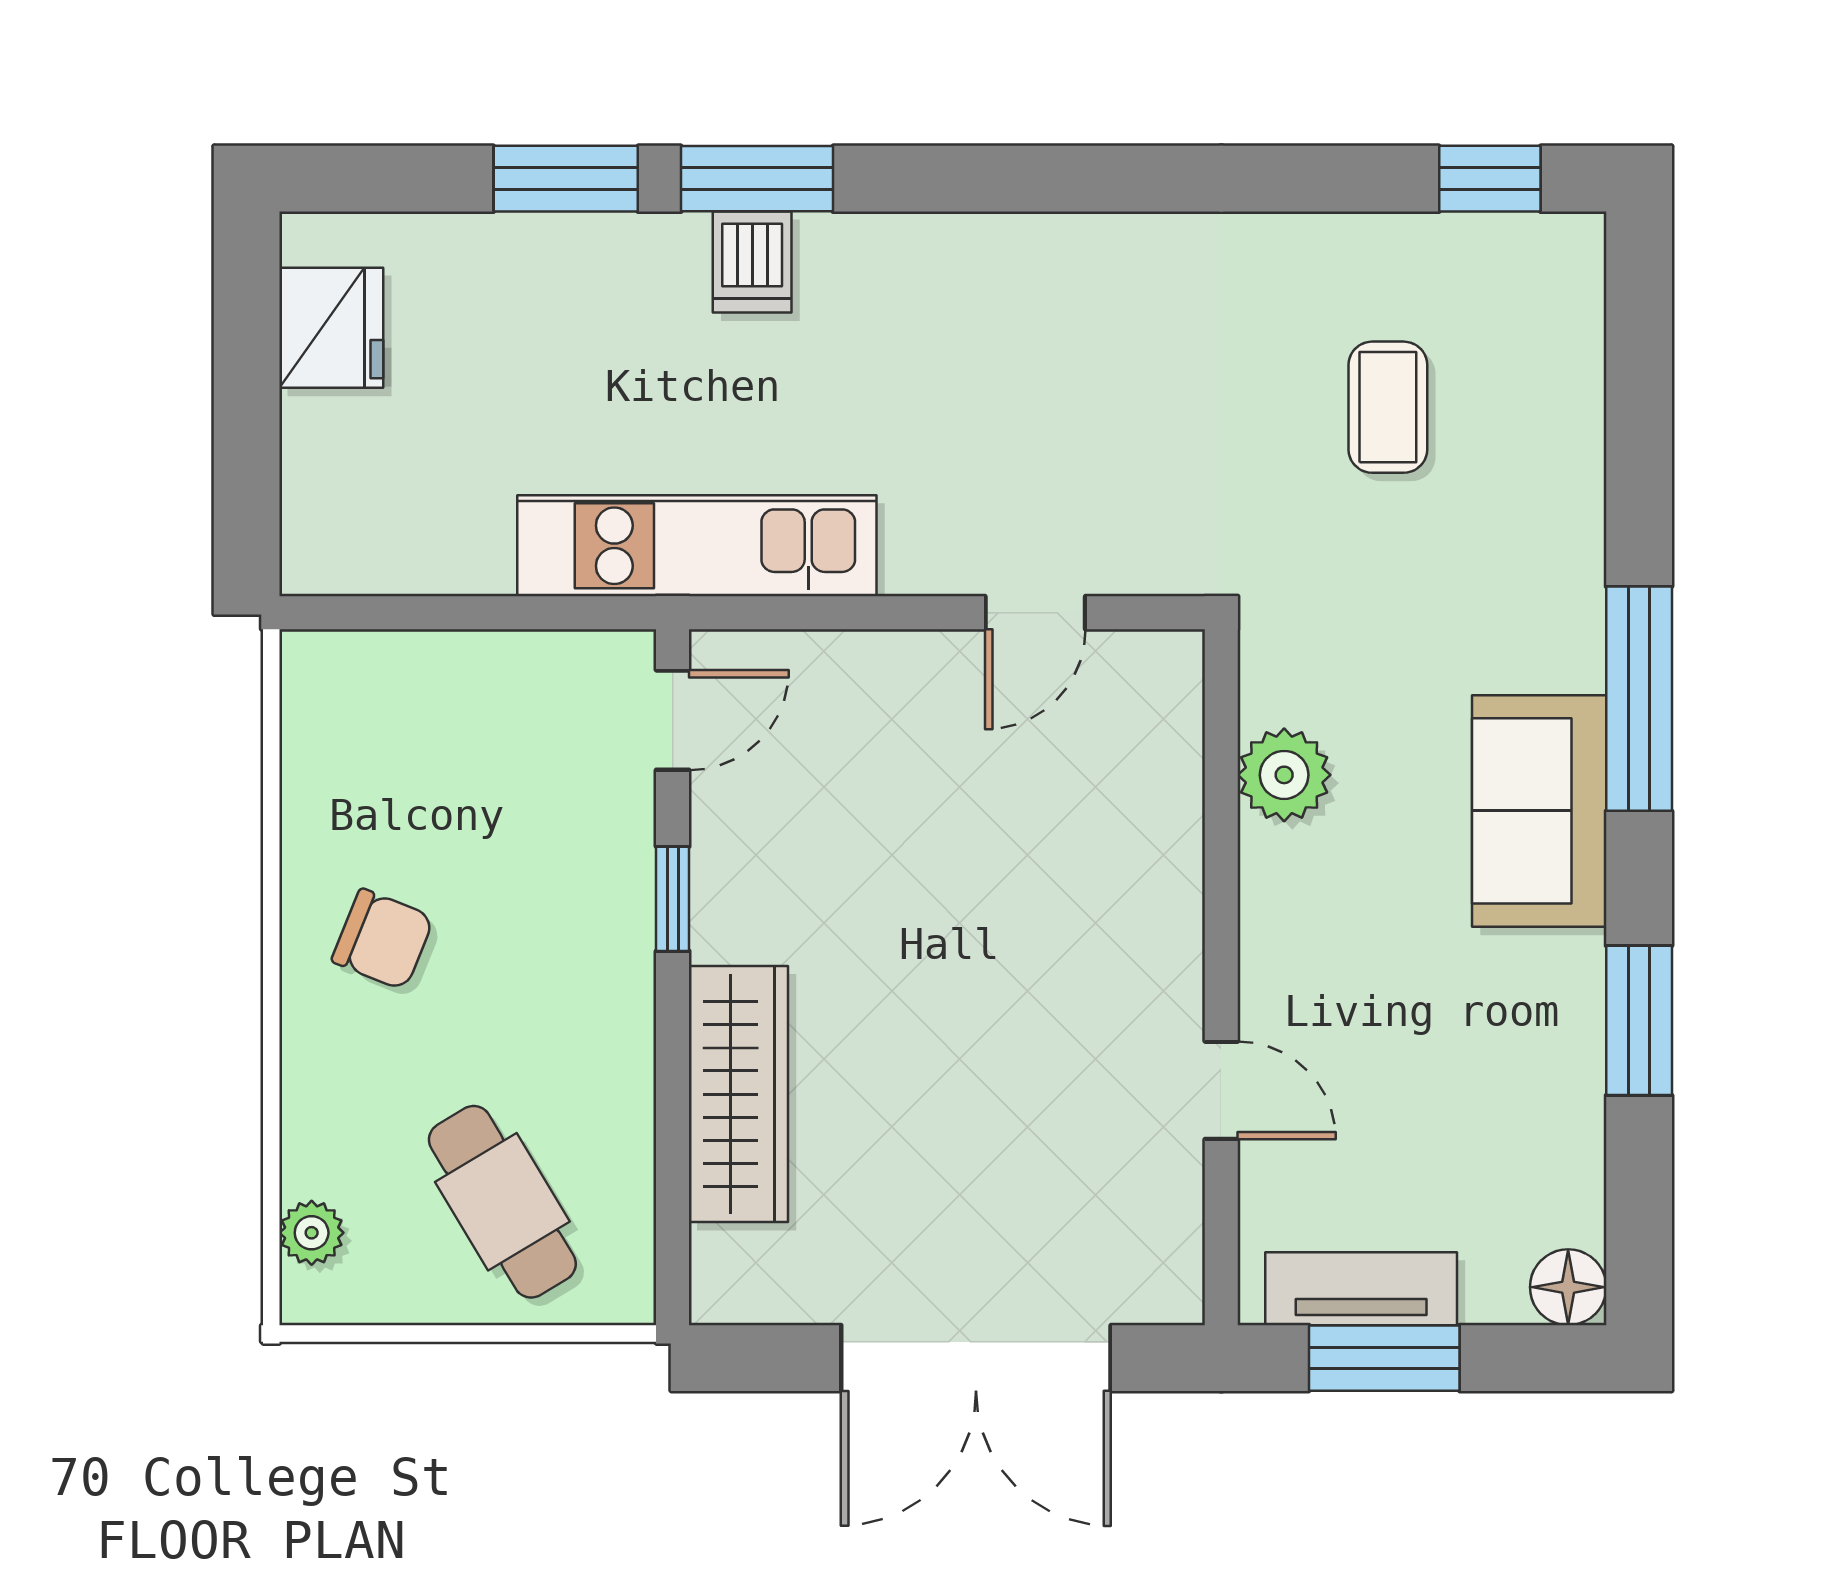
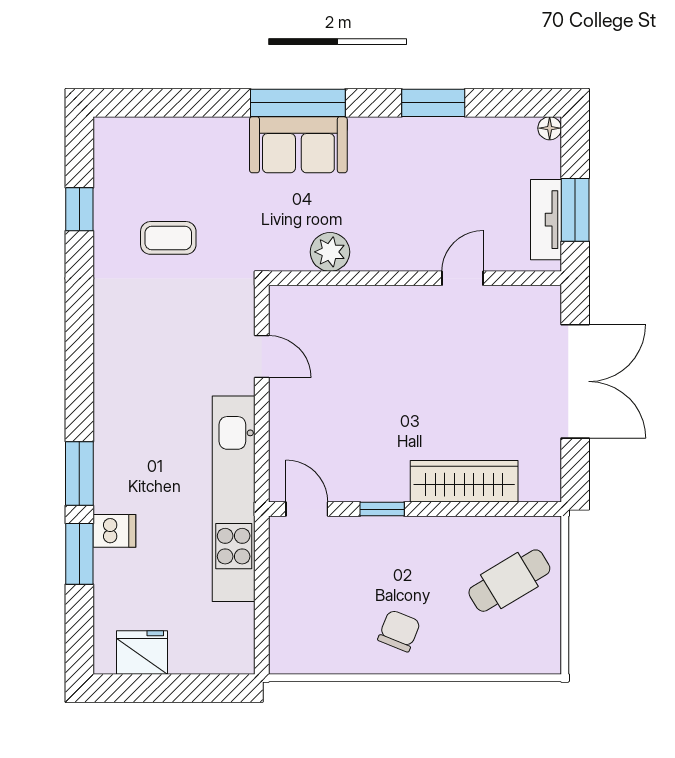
window: (1490, 179) -> (79, 209), moved
dishwasher: (752, 262) -> (114, 531), moved
coffee table: (1388, 407) -> (168, 238), moved
kitchen unit: (697, 546) -> (234, 499), width x1.36
sofa: (1539, 811) -> (298, 145), moved
plant: (312, 1233) -> (522, 661), removed
floor lamp: (1568, 1287) -> (550, 128), width x0.73, depth x0.73

